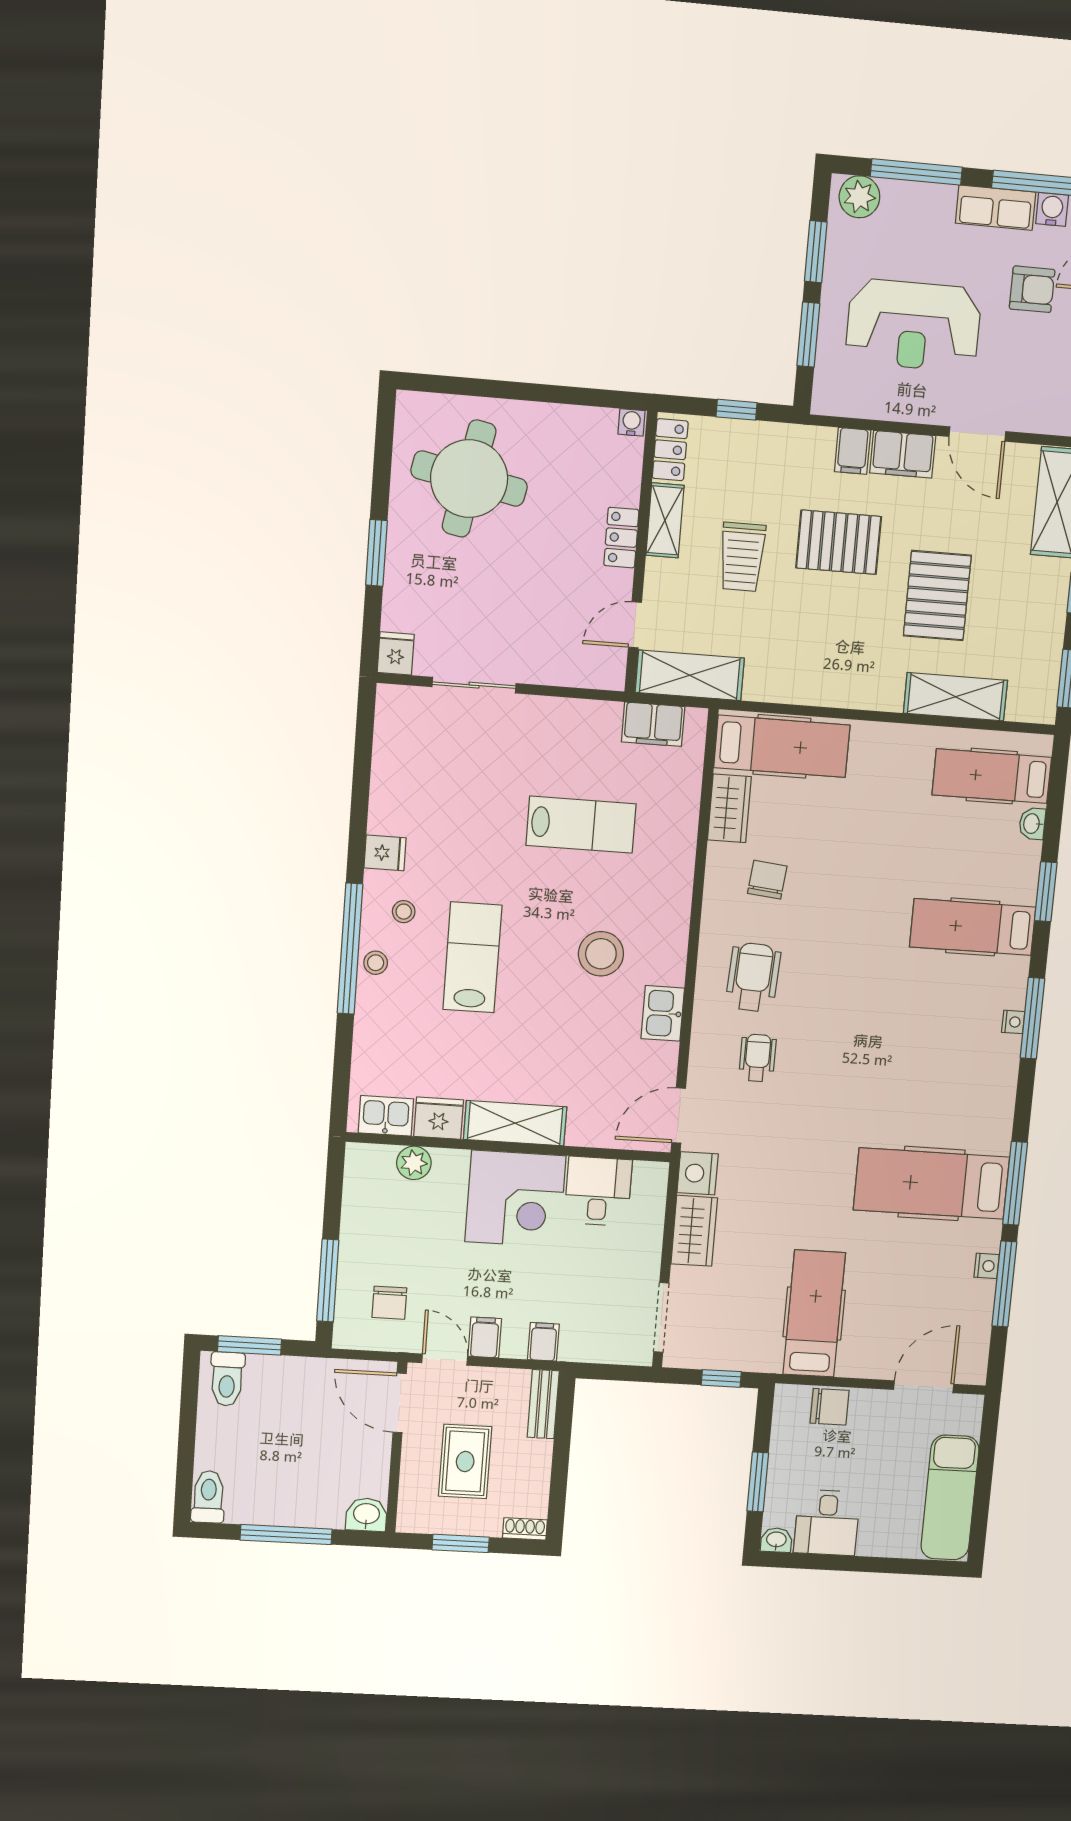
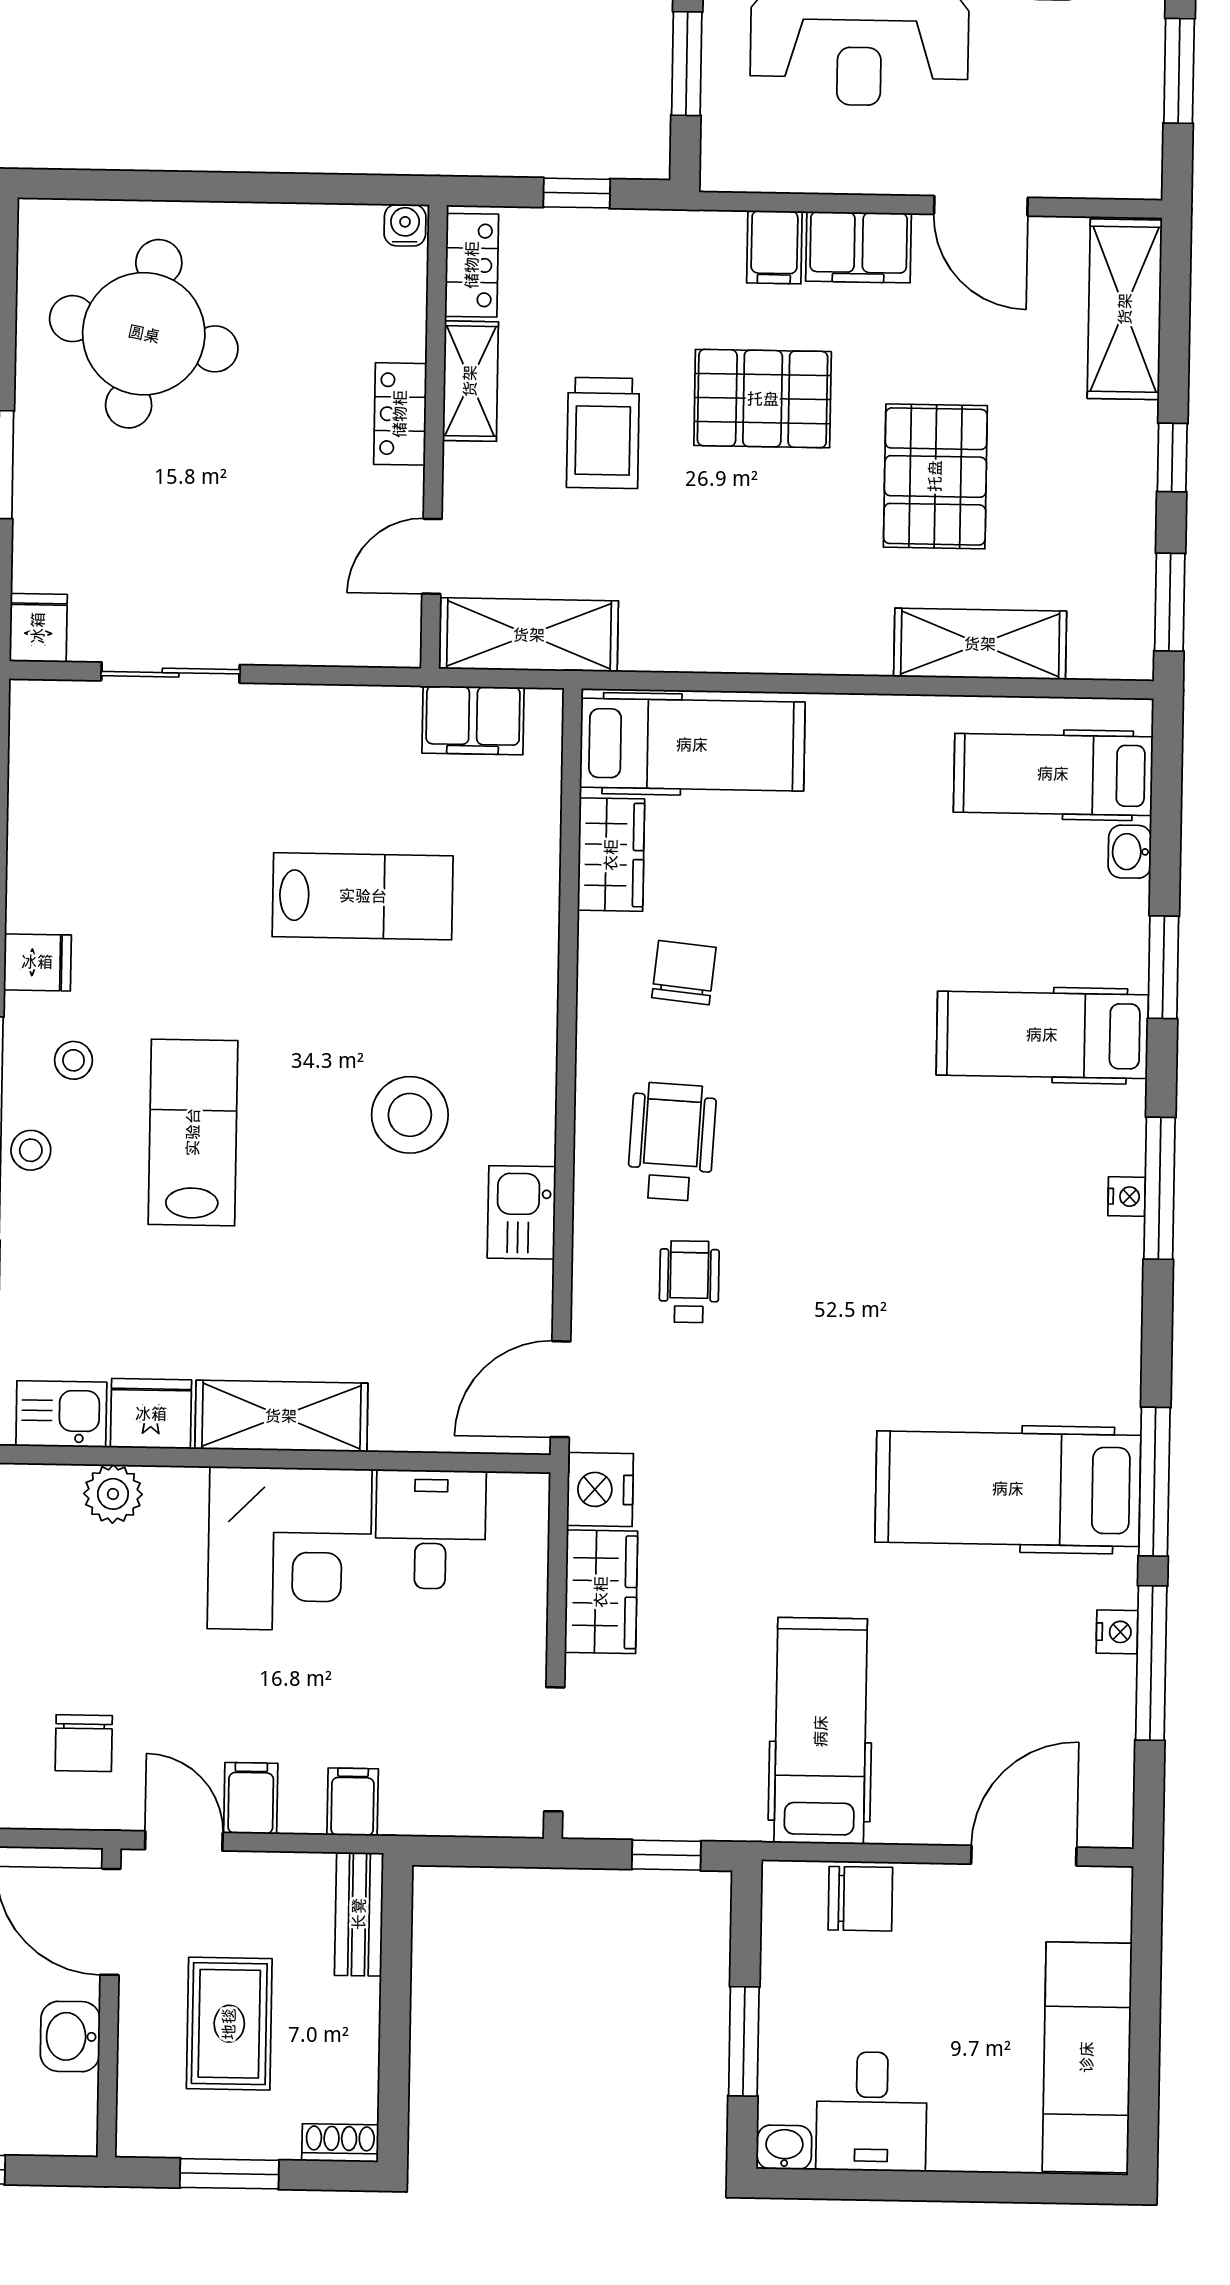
washbasin: (366, 1515) -> (70, 2036), moved, turned -90

